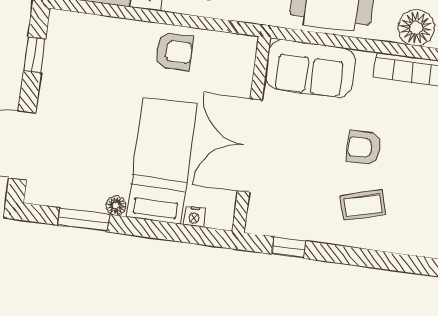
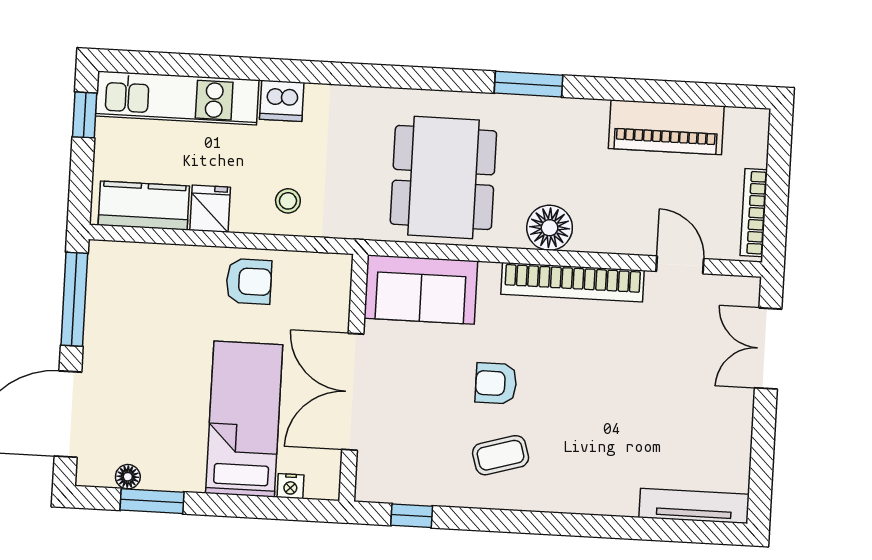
window: (35, 55) -> (74, 299), width x2.17
floor lamp: (116, 206) -> (128, 477), moved

